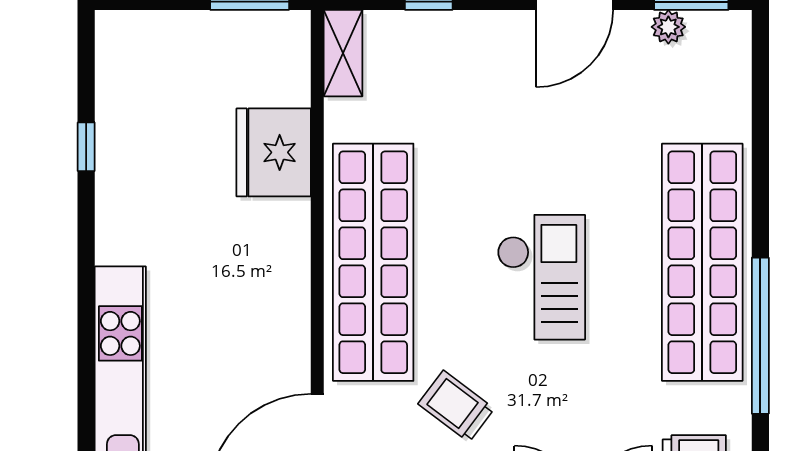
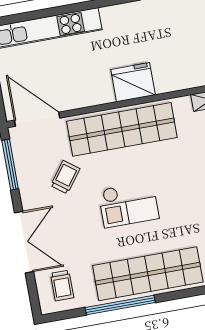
fridge: (274, 152) -> (133, 82), moved

